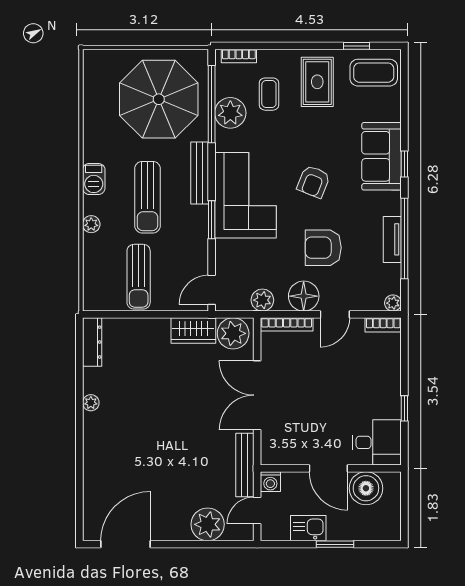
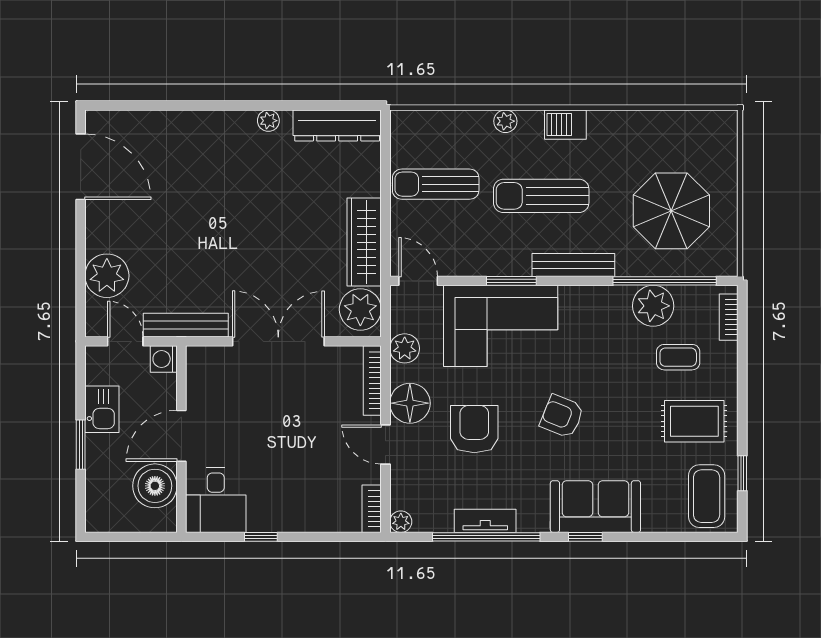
parasol: (159, 99) -> (671, 211), width x0.73, depth x0.73
corner sofa: (245, 195) -> (501, 326), moved
wardrobe: (193, 331) -> (364, 242), width x1.50
dresser: (92, 342) -> (337, 126), width x1.37, depth x1.24

